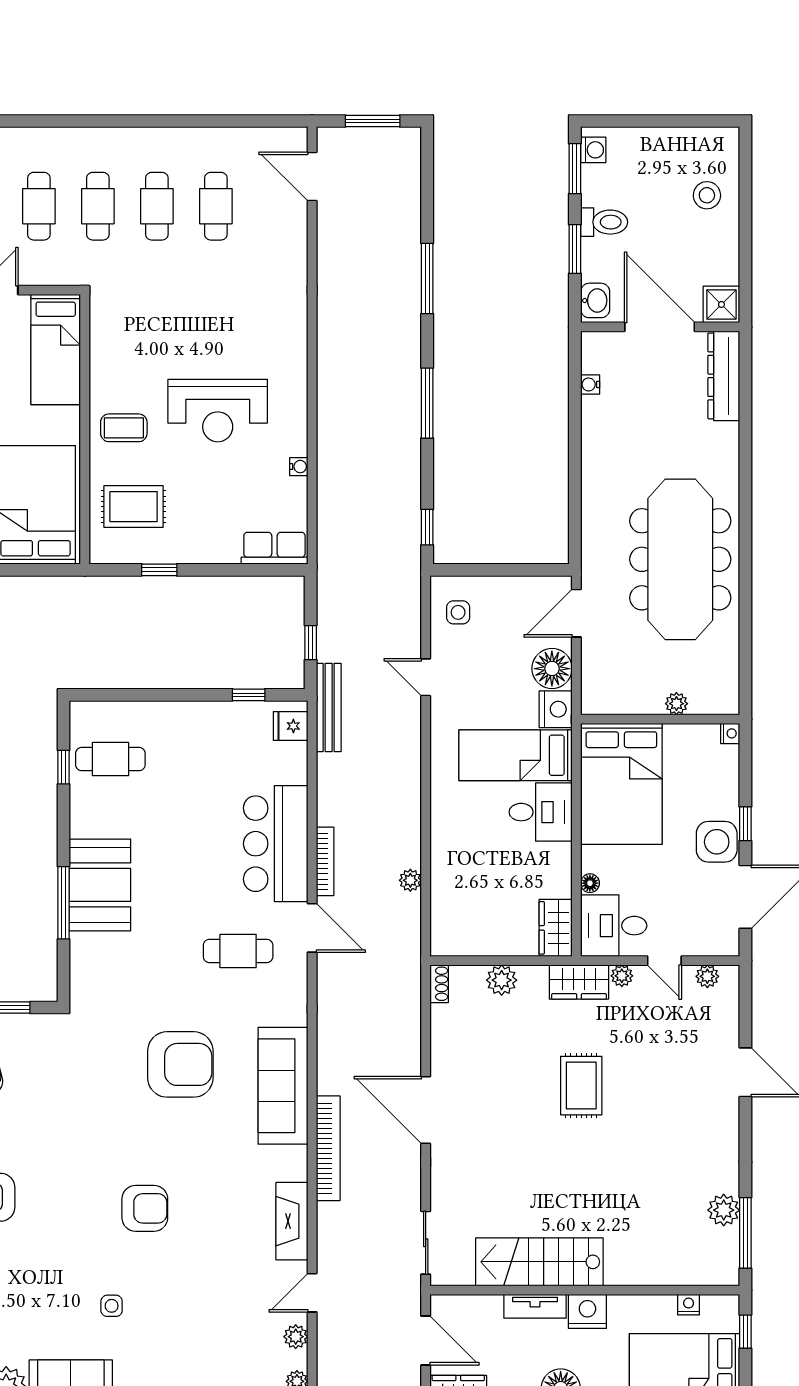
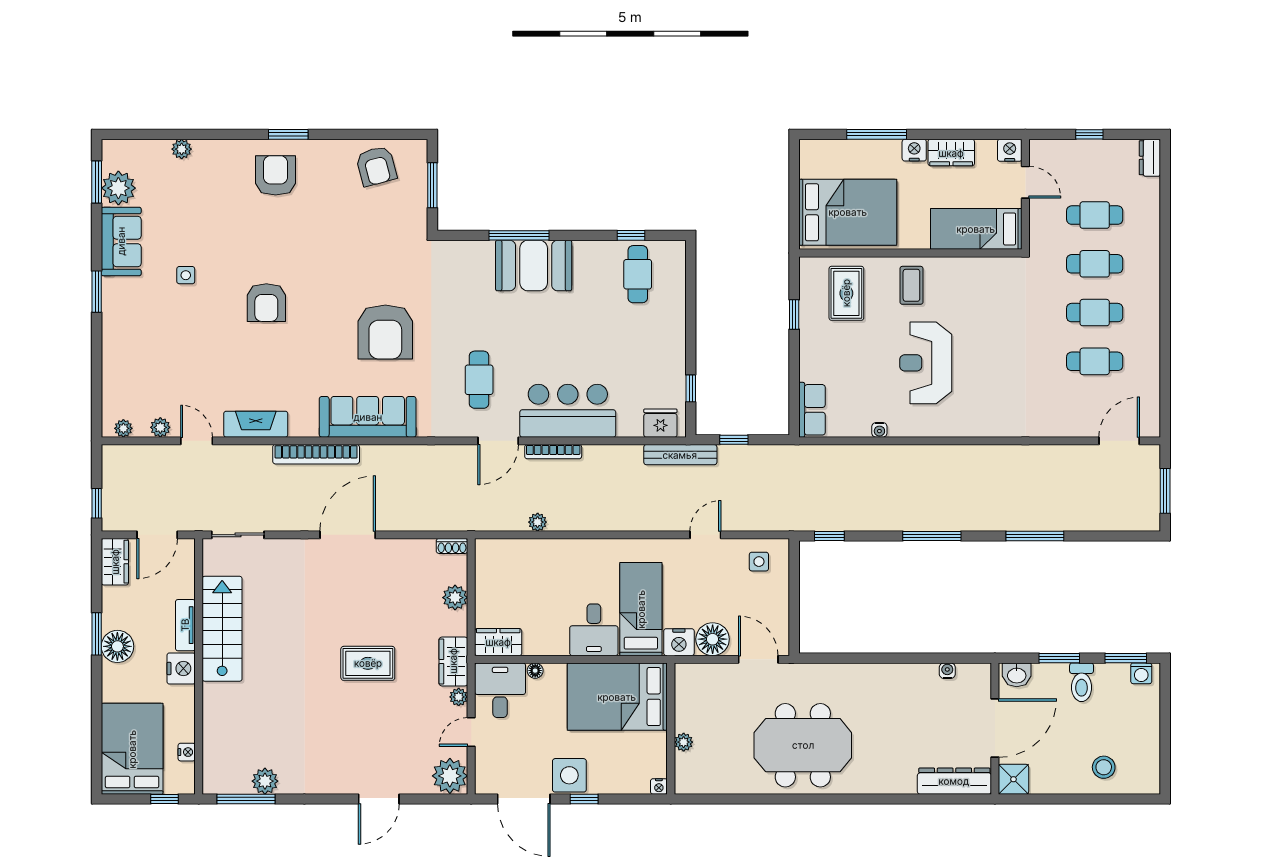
meeting table: (680, 559) -> (803, 745), width x0.73
fridge: (291, 726) -> (660, 423), width x1.38
plant: (707, 976) -> (450, 776), width x1.87, depth x1.87

